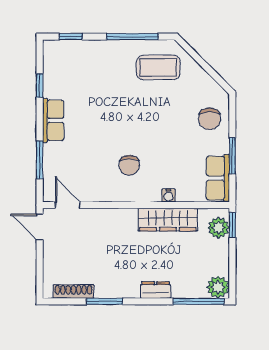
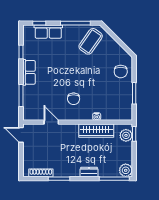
coffee table: (158, 67) -> (91, 41), turned -55
row of seats: (218, 178) -> (48, 32), moved, turned -90
door: (68, 205) -> (51, 122), moved

